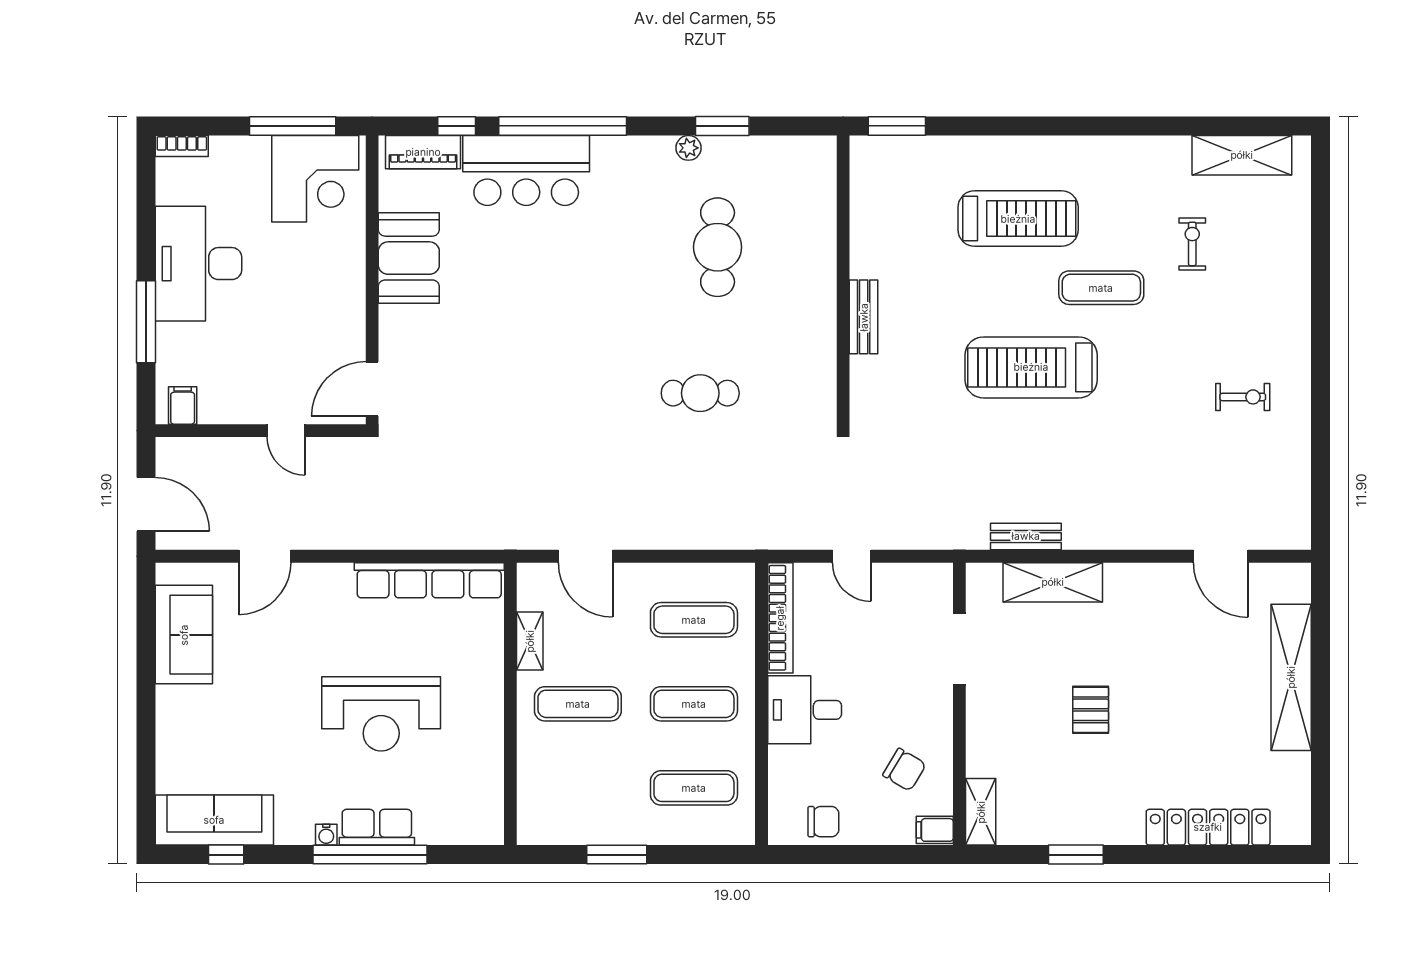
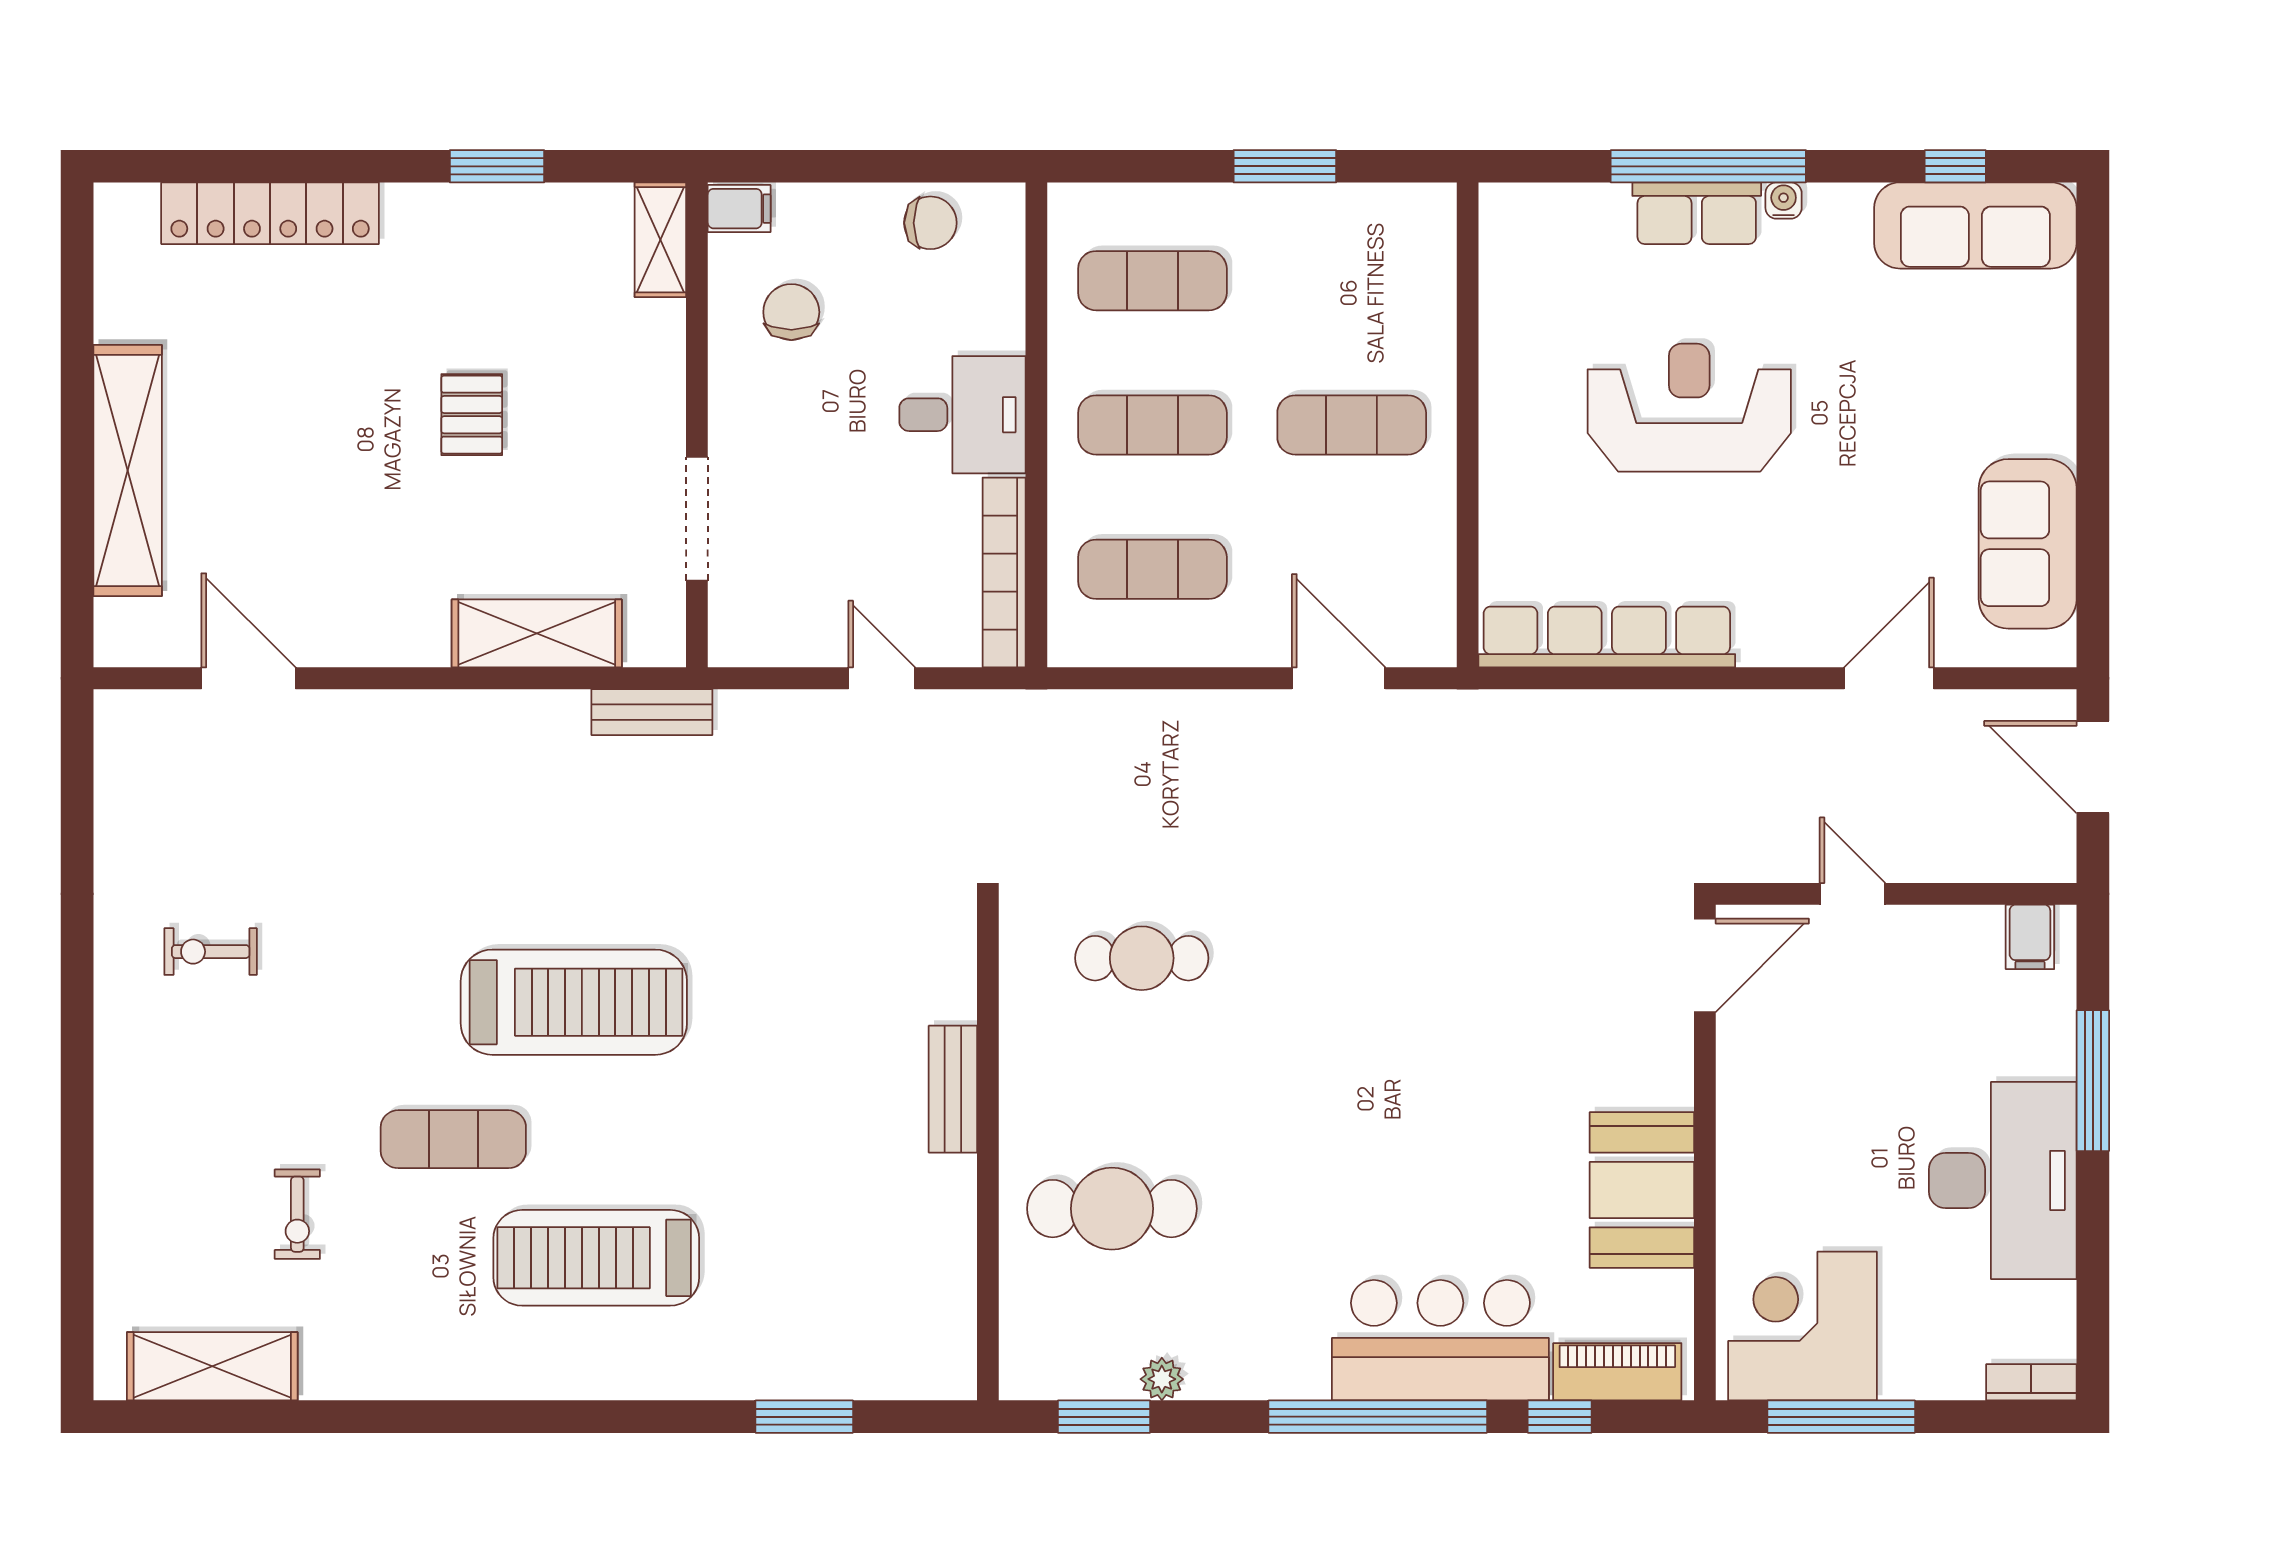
cafe table: (718, 247) -> (1112, 1209), turned 90
wall: (843, 280) -> (988, 1153), moved
bench: (864, 317) -> (953, 1089), moved
bench: (1026, 536) -> (652, 712), moved
shelving: (530, 641) -> (1434, 533), removed
chair: (904, 770) -> (791, 312), turned 59
chair: (823, 822) -> (930, 223), turned 180

